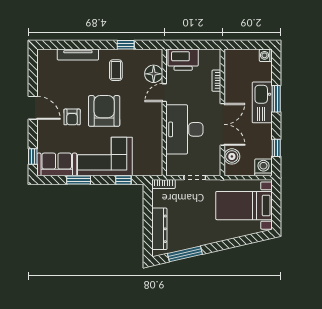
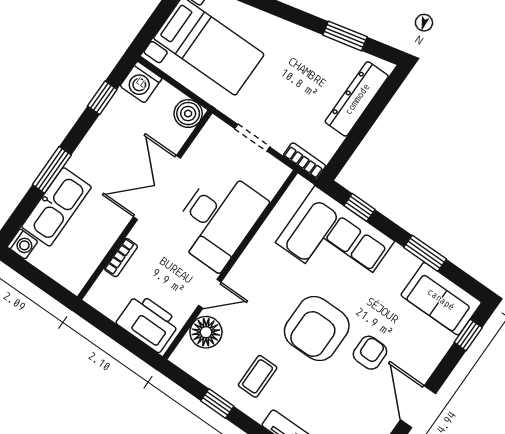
kitchen sink: (262, 102) -> (56, 207), moved
corner sofa: (105, 156) -> (335, 242), moved
boiler: (232, 156) -> (188, 114), moved
window: (185, 254) -> (345, 36), width x0.69

